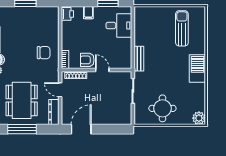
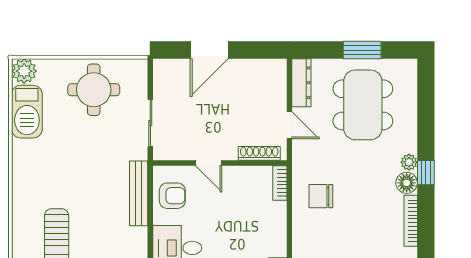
bench: (139, 59) -> (139, 193), width x1.36
armchair: (87, 60) -> (172, 196), moved
barbecue: (197, 69) -> (27, 112), moved
window: (22, 129) -> (362, 50), width x0.69
door: (81, 129) -> (209, 50), moved

